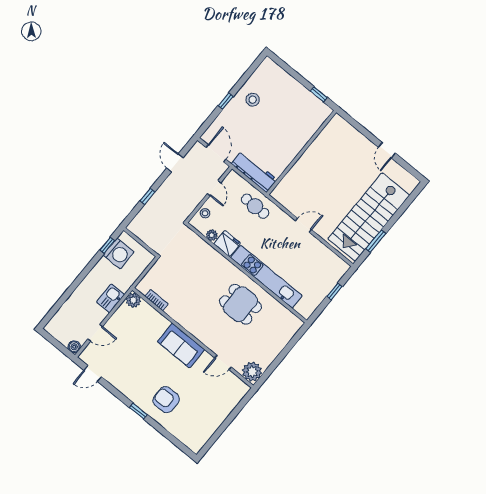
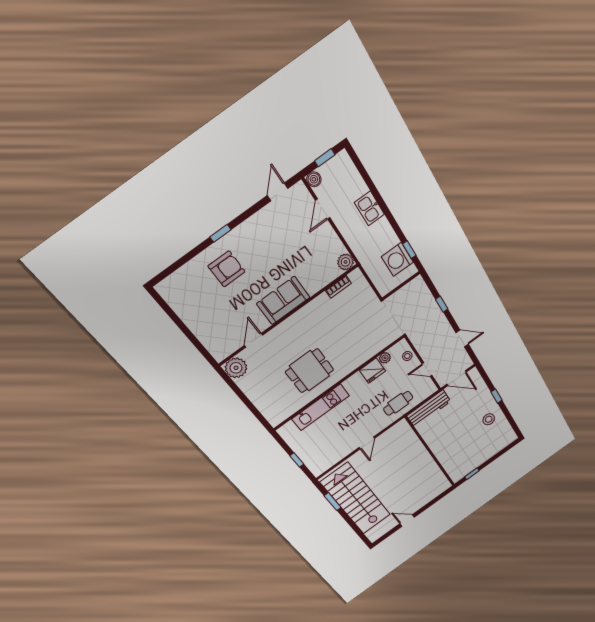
kitchen unit: (266, 277) -> (321, 407), width x0.73
kitchen sink: (110, 298) -> (369, 208), moved, turned 180
window: (55, 343) -> (325, 158), added

